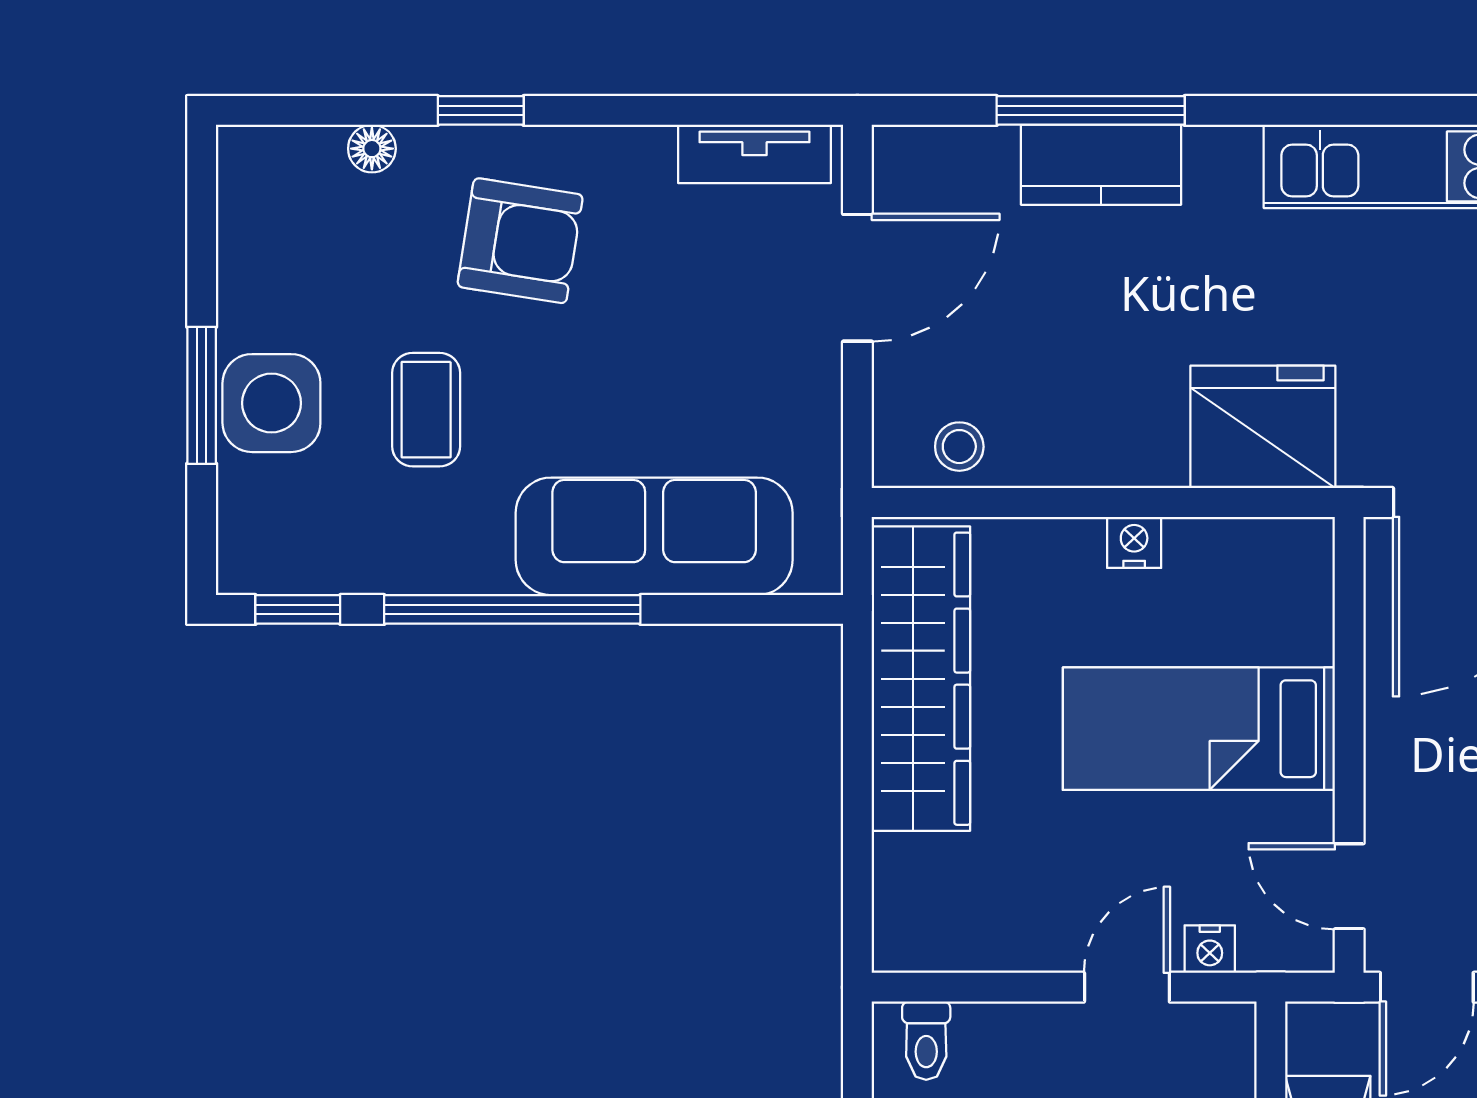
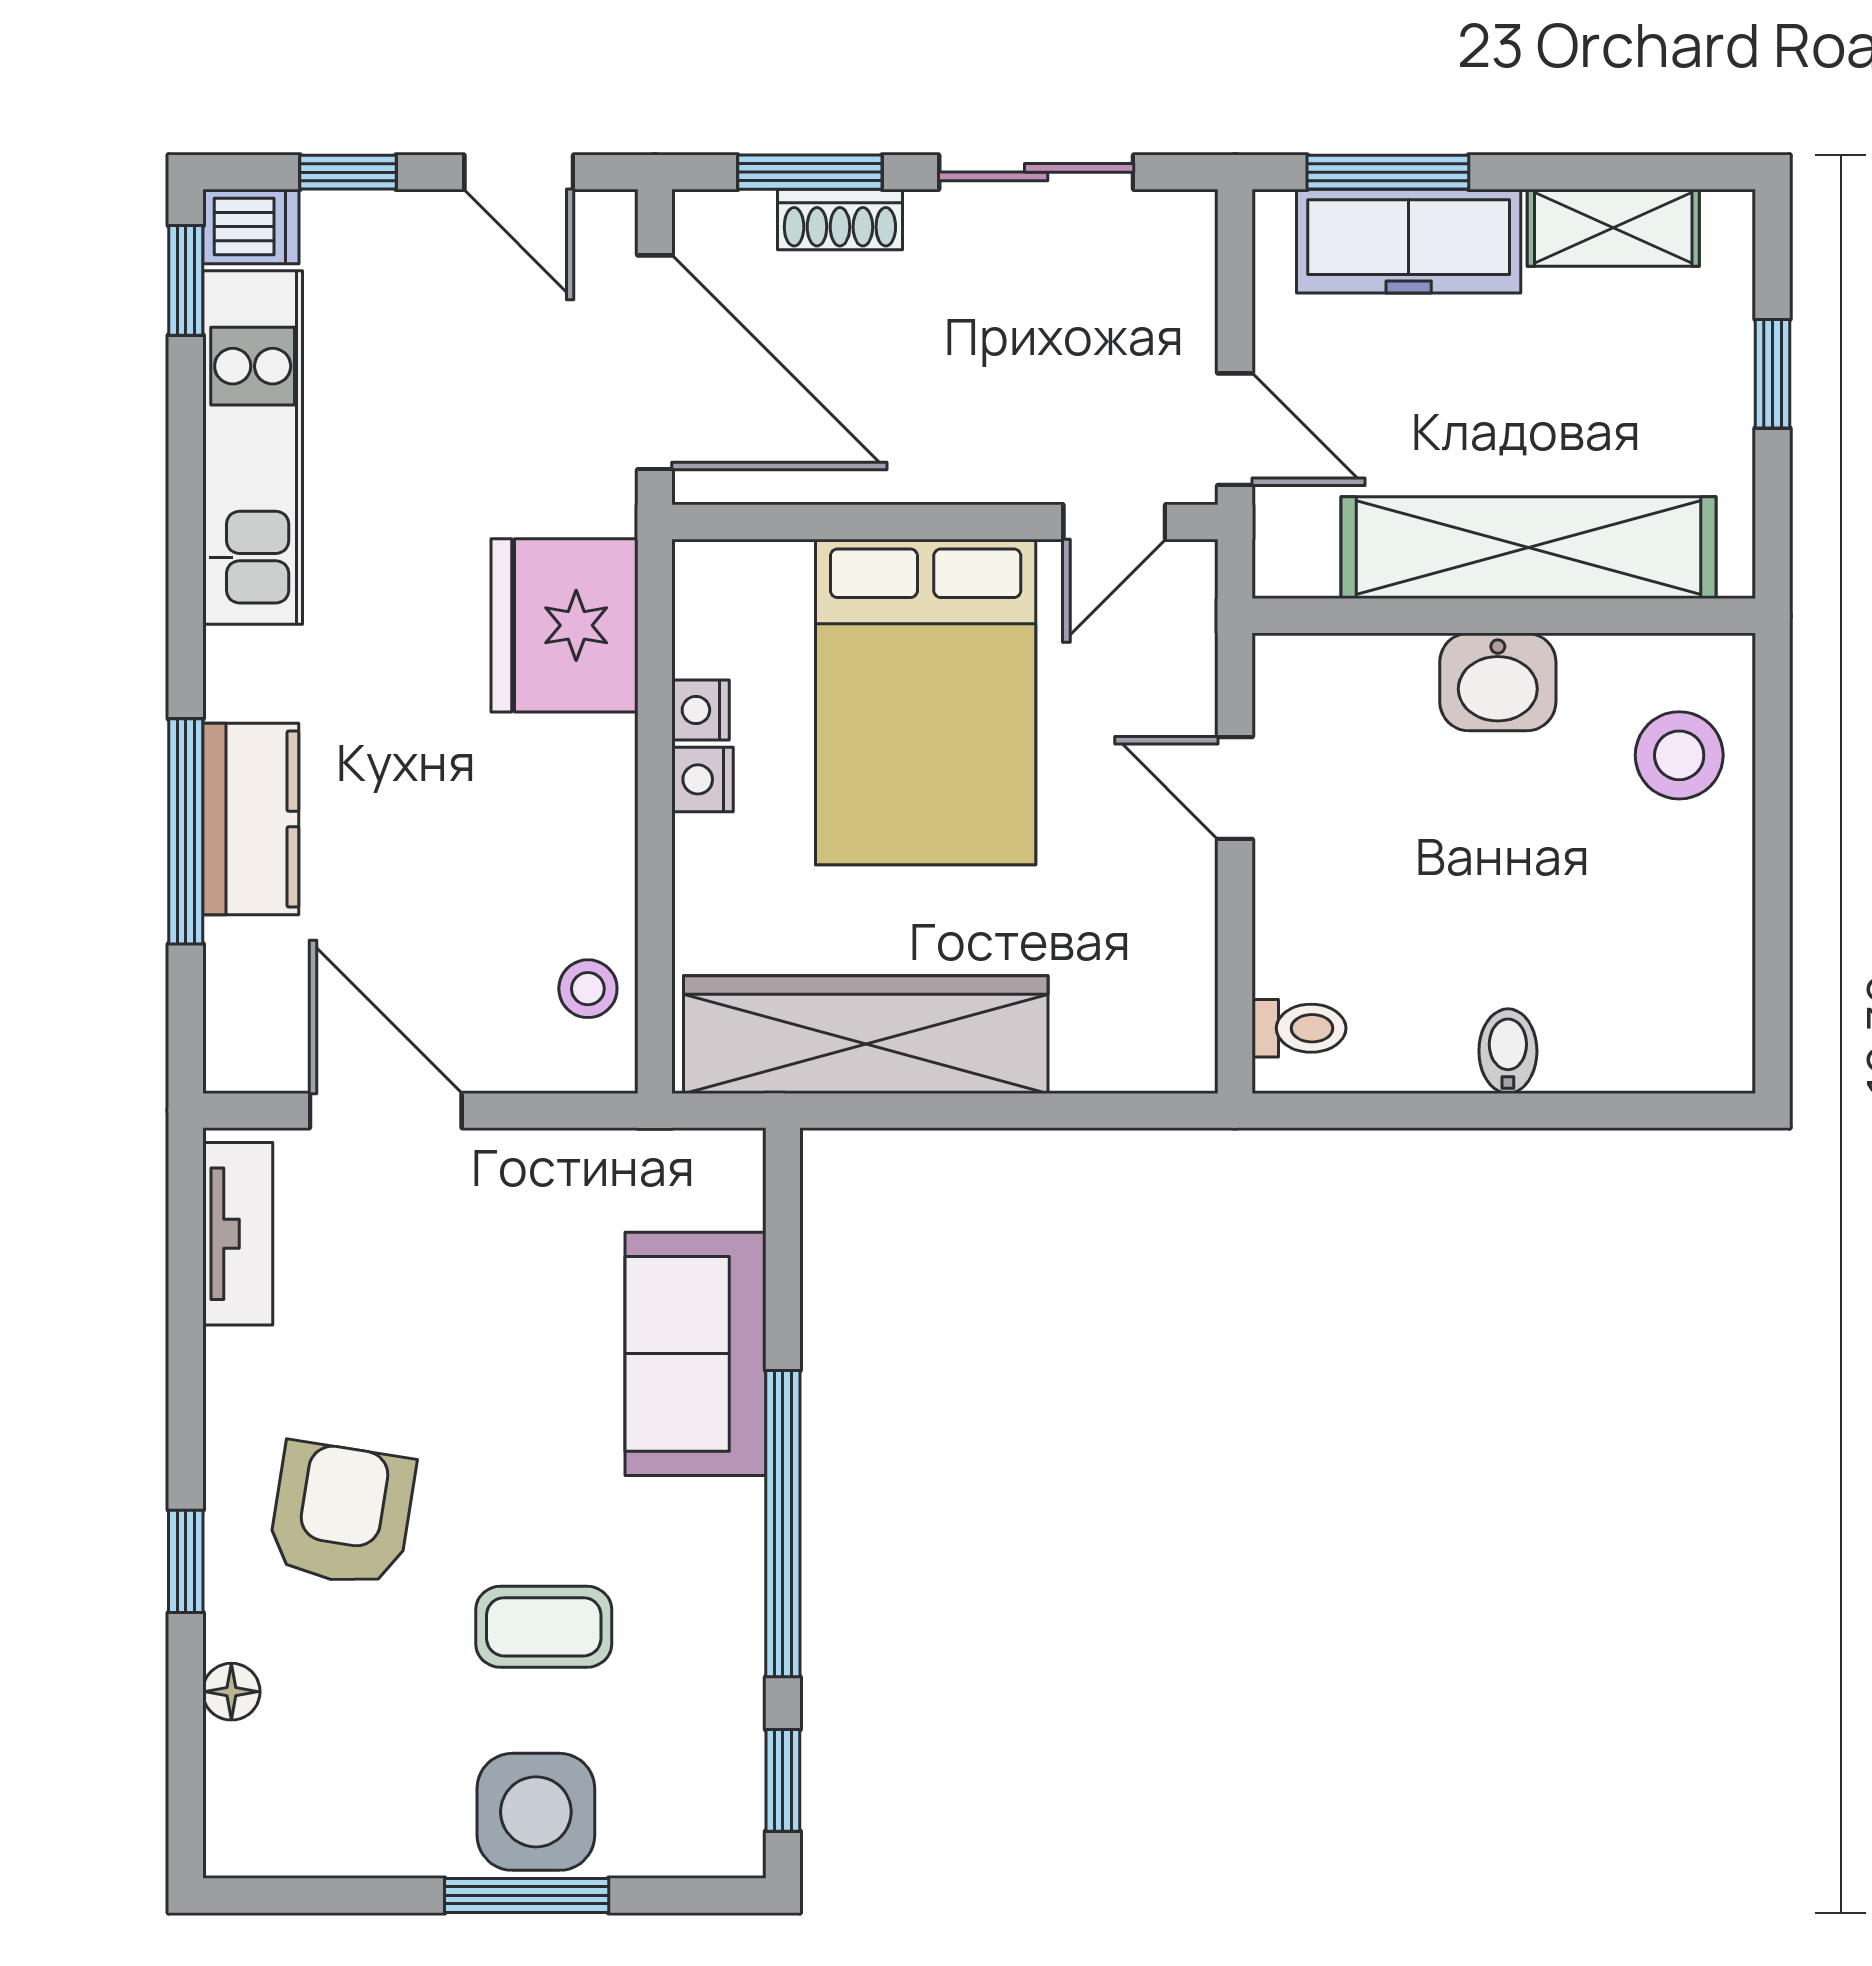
sofa: (654, 536) -> (695, 1354), width x0.73
bed: (1199, 729) -> (926, 702), width x1.50
nightstand: (1210, 949) -> (701, 710), moved, turned 180

